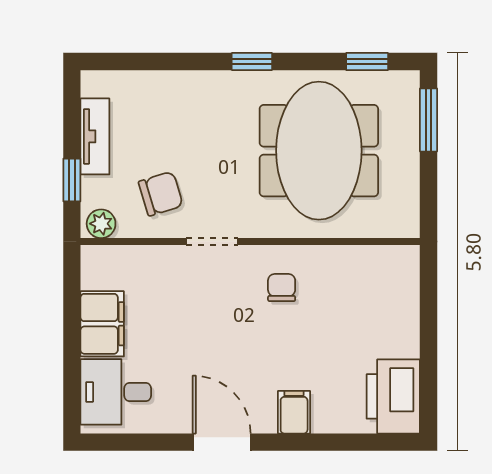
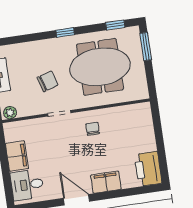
meeting table: (319, 151) -> (100, 67), turned 90
chair: (161, 194) -> (47, 81), moved
filing cabinet: (294, 412) -> (106, 182), width x2.00

